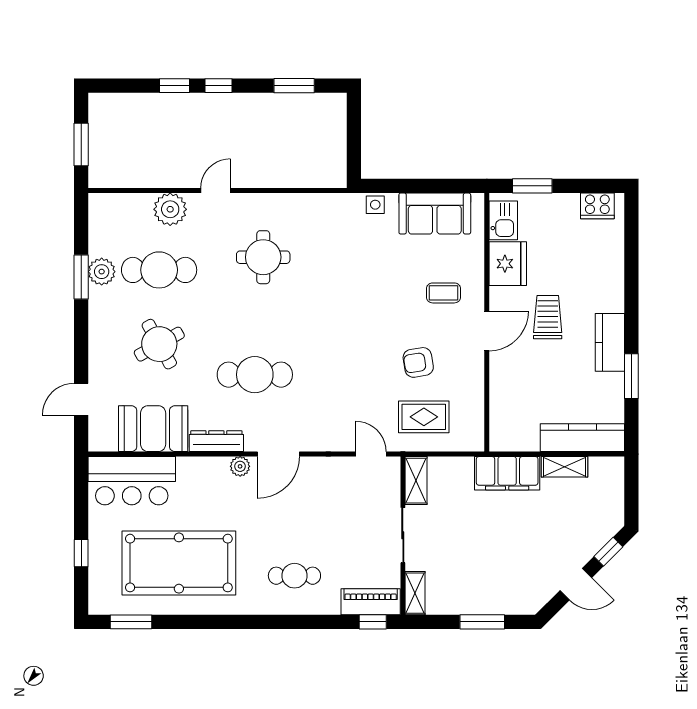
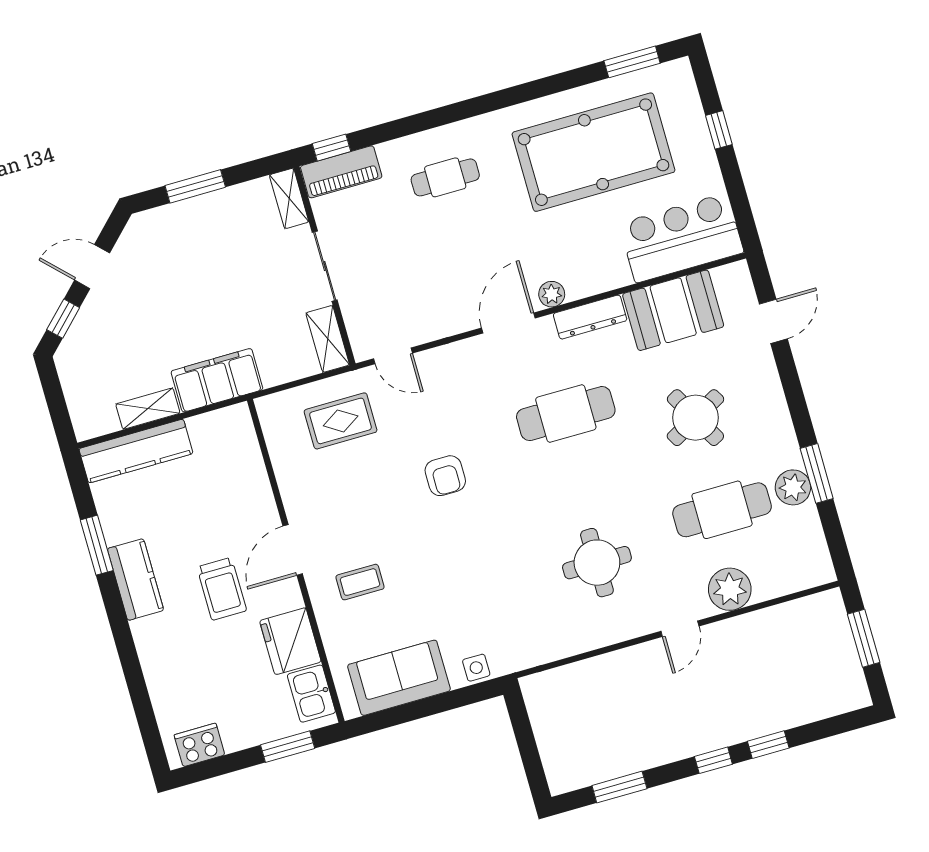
armchair: (418, 362) -> (445, 476), moved, turned 99

